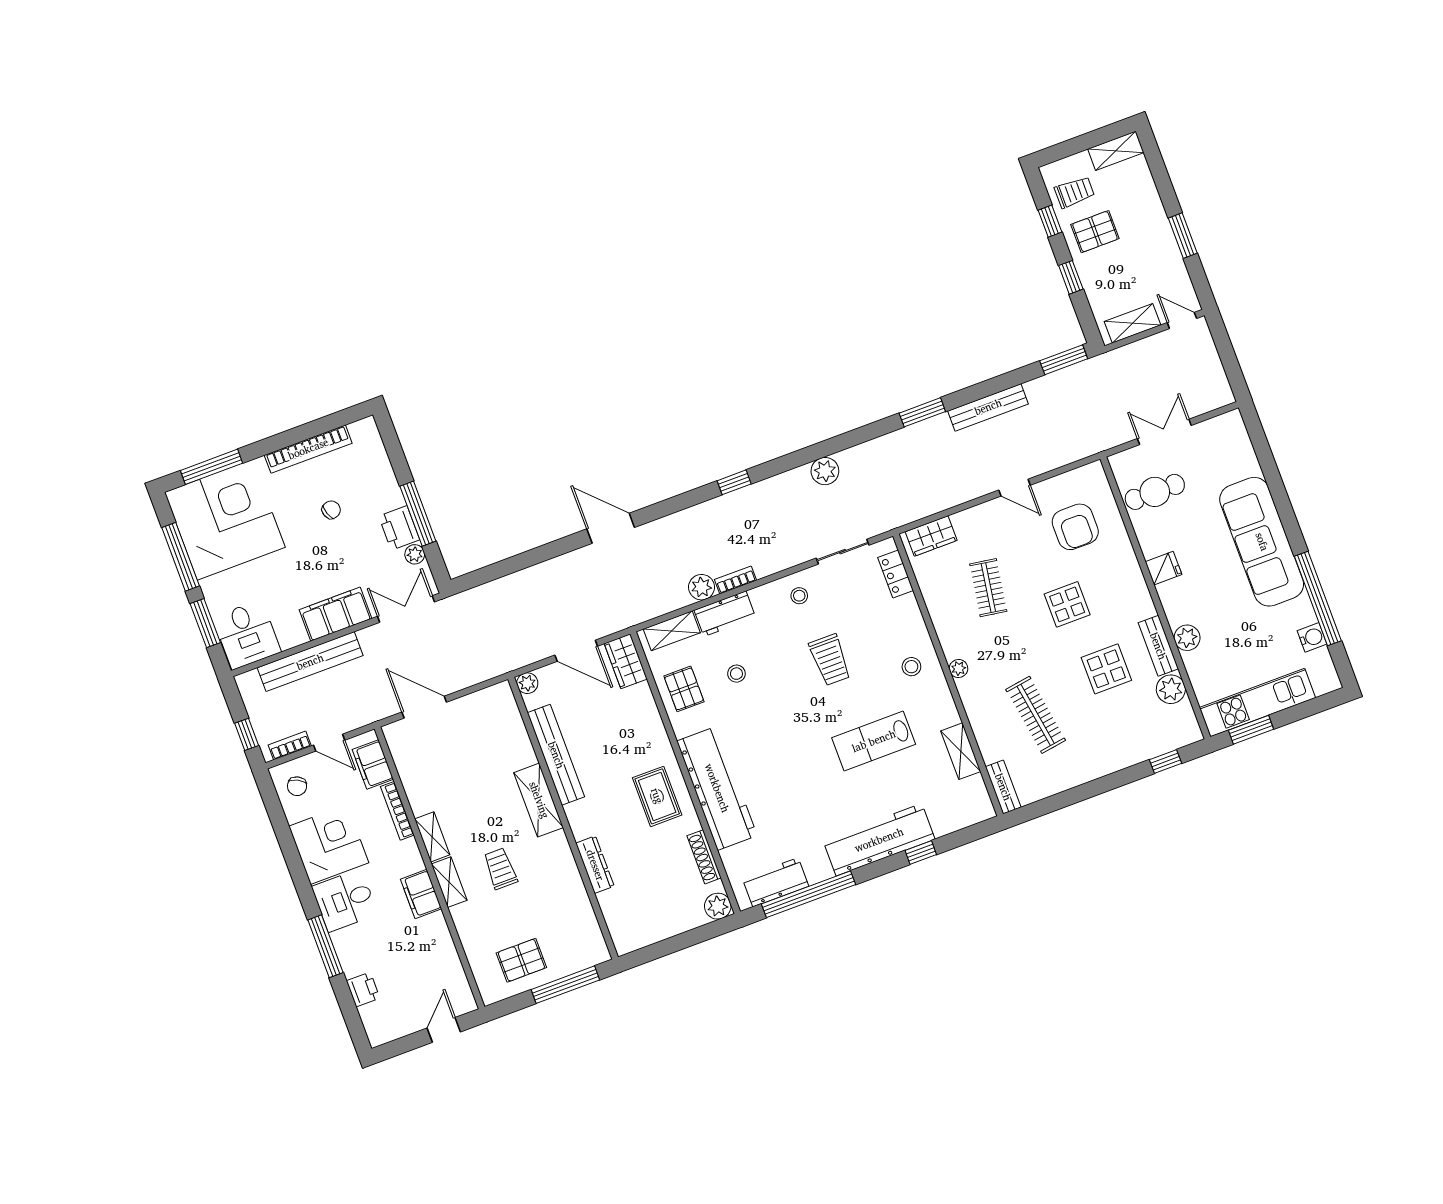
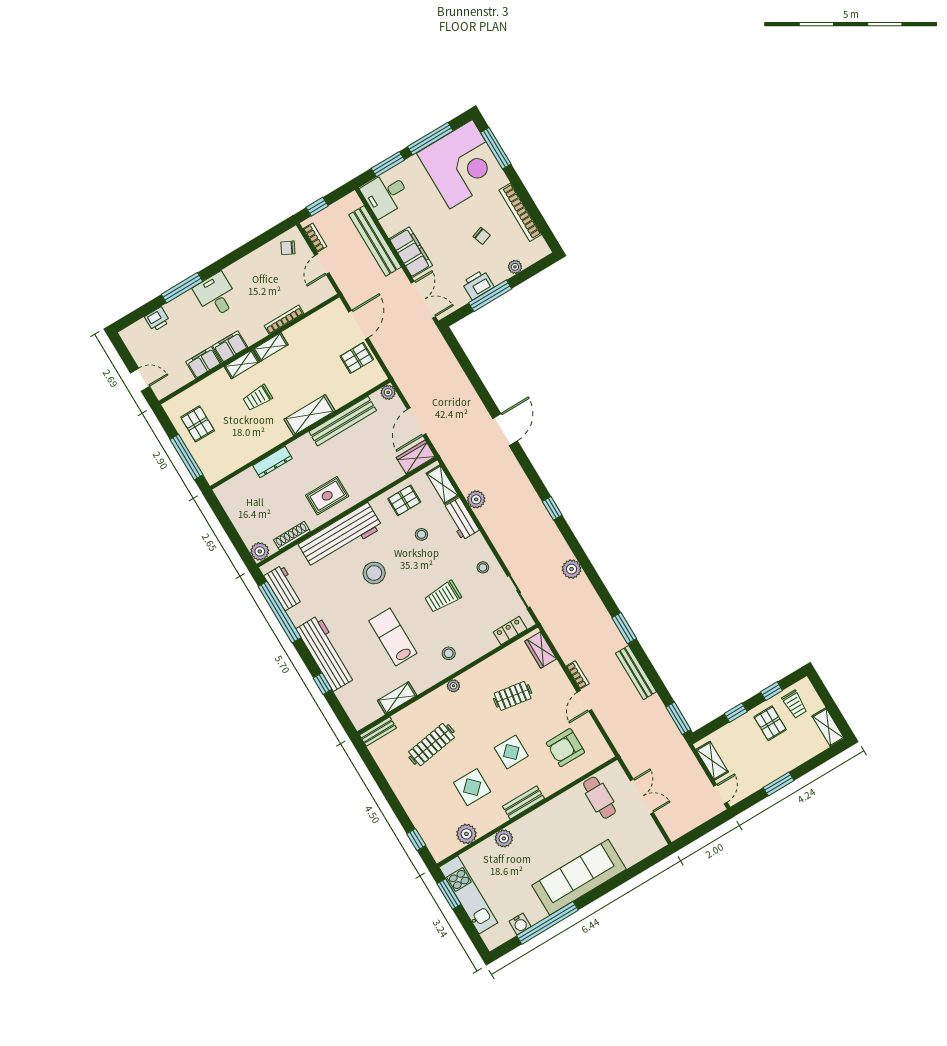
plant: (415, 554) -> (515, 267), moved
fridge: (1164, 568) -> (548, 813), removed
bookcase: (735, 580) -> (578, 675), moved
bench: (1158, 646) -> (524, 802), moved
pallet: (470, 718) -> (357, 358), added
stool: (778, 751) -> (374, 573), added
filing cabinet: (373, 764) -> (204, 363), moved
corner desk: (329, 844) -> (252, 277), removed
trolley: (500, 869) -> (258, 398), turned 180

